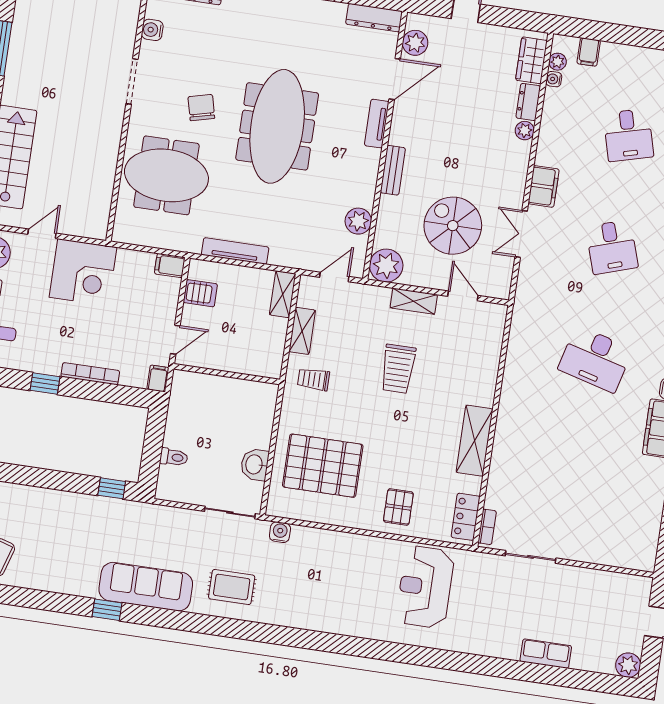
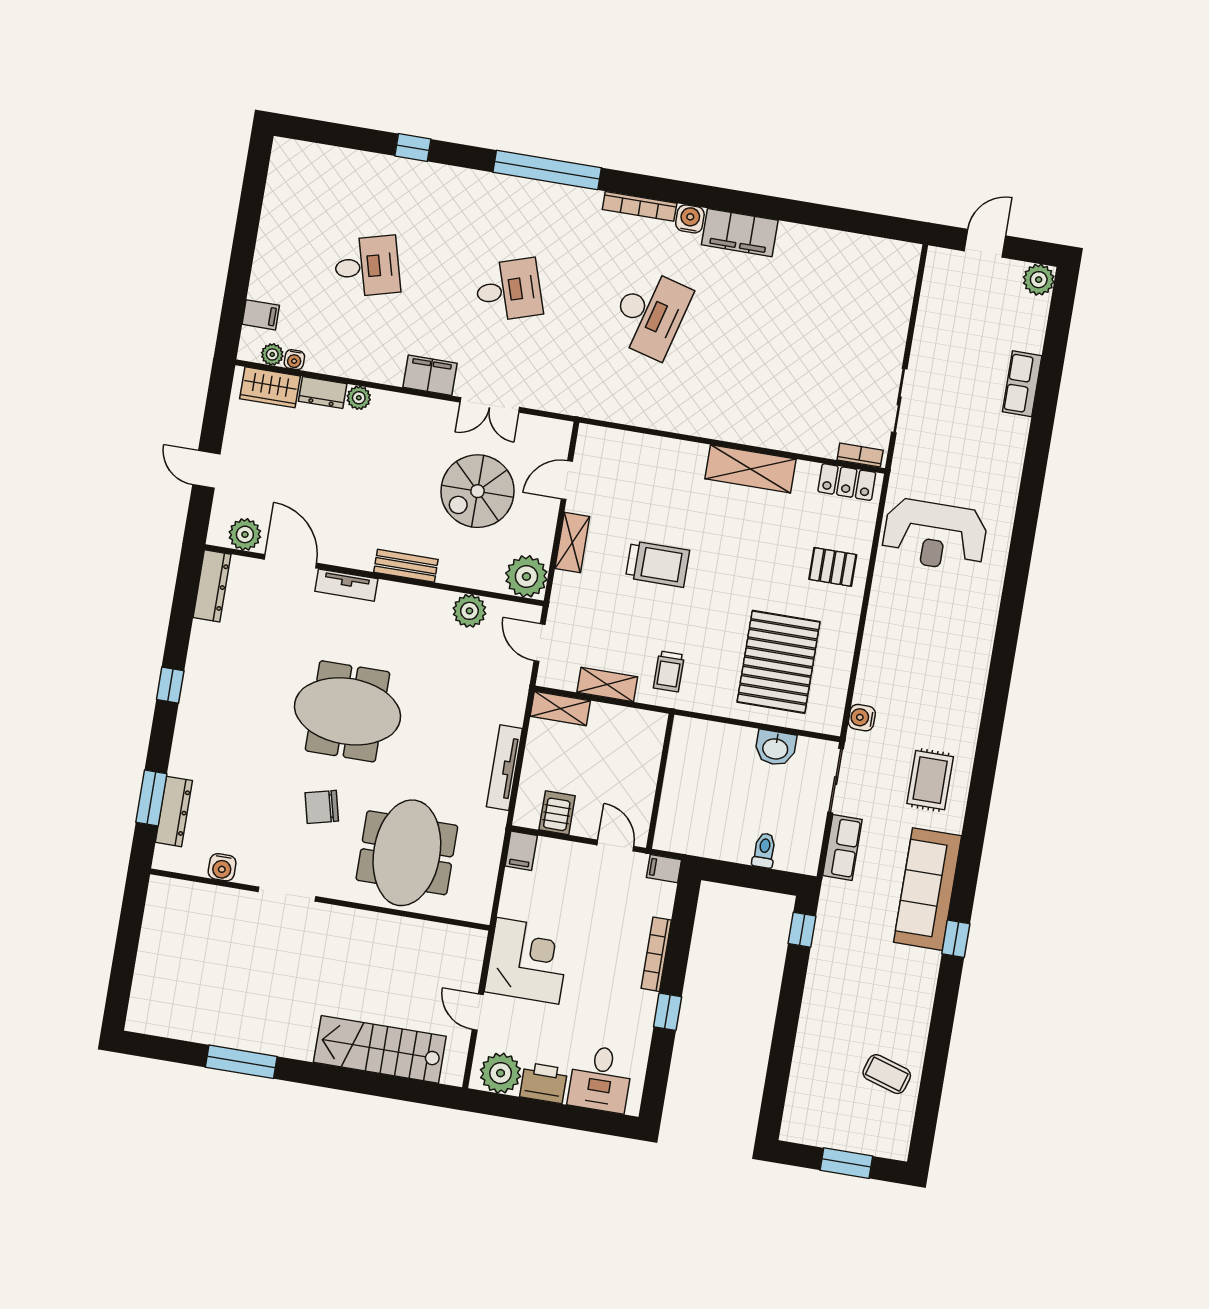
meeting table: (277, 126) -> (348, 711), width x0.73
row of seats: (177, 519) -> (842, 848), added

